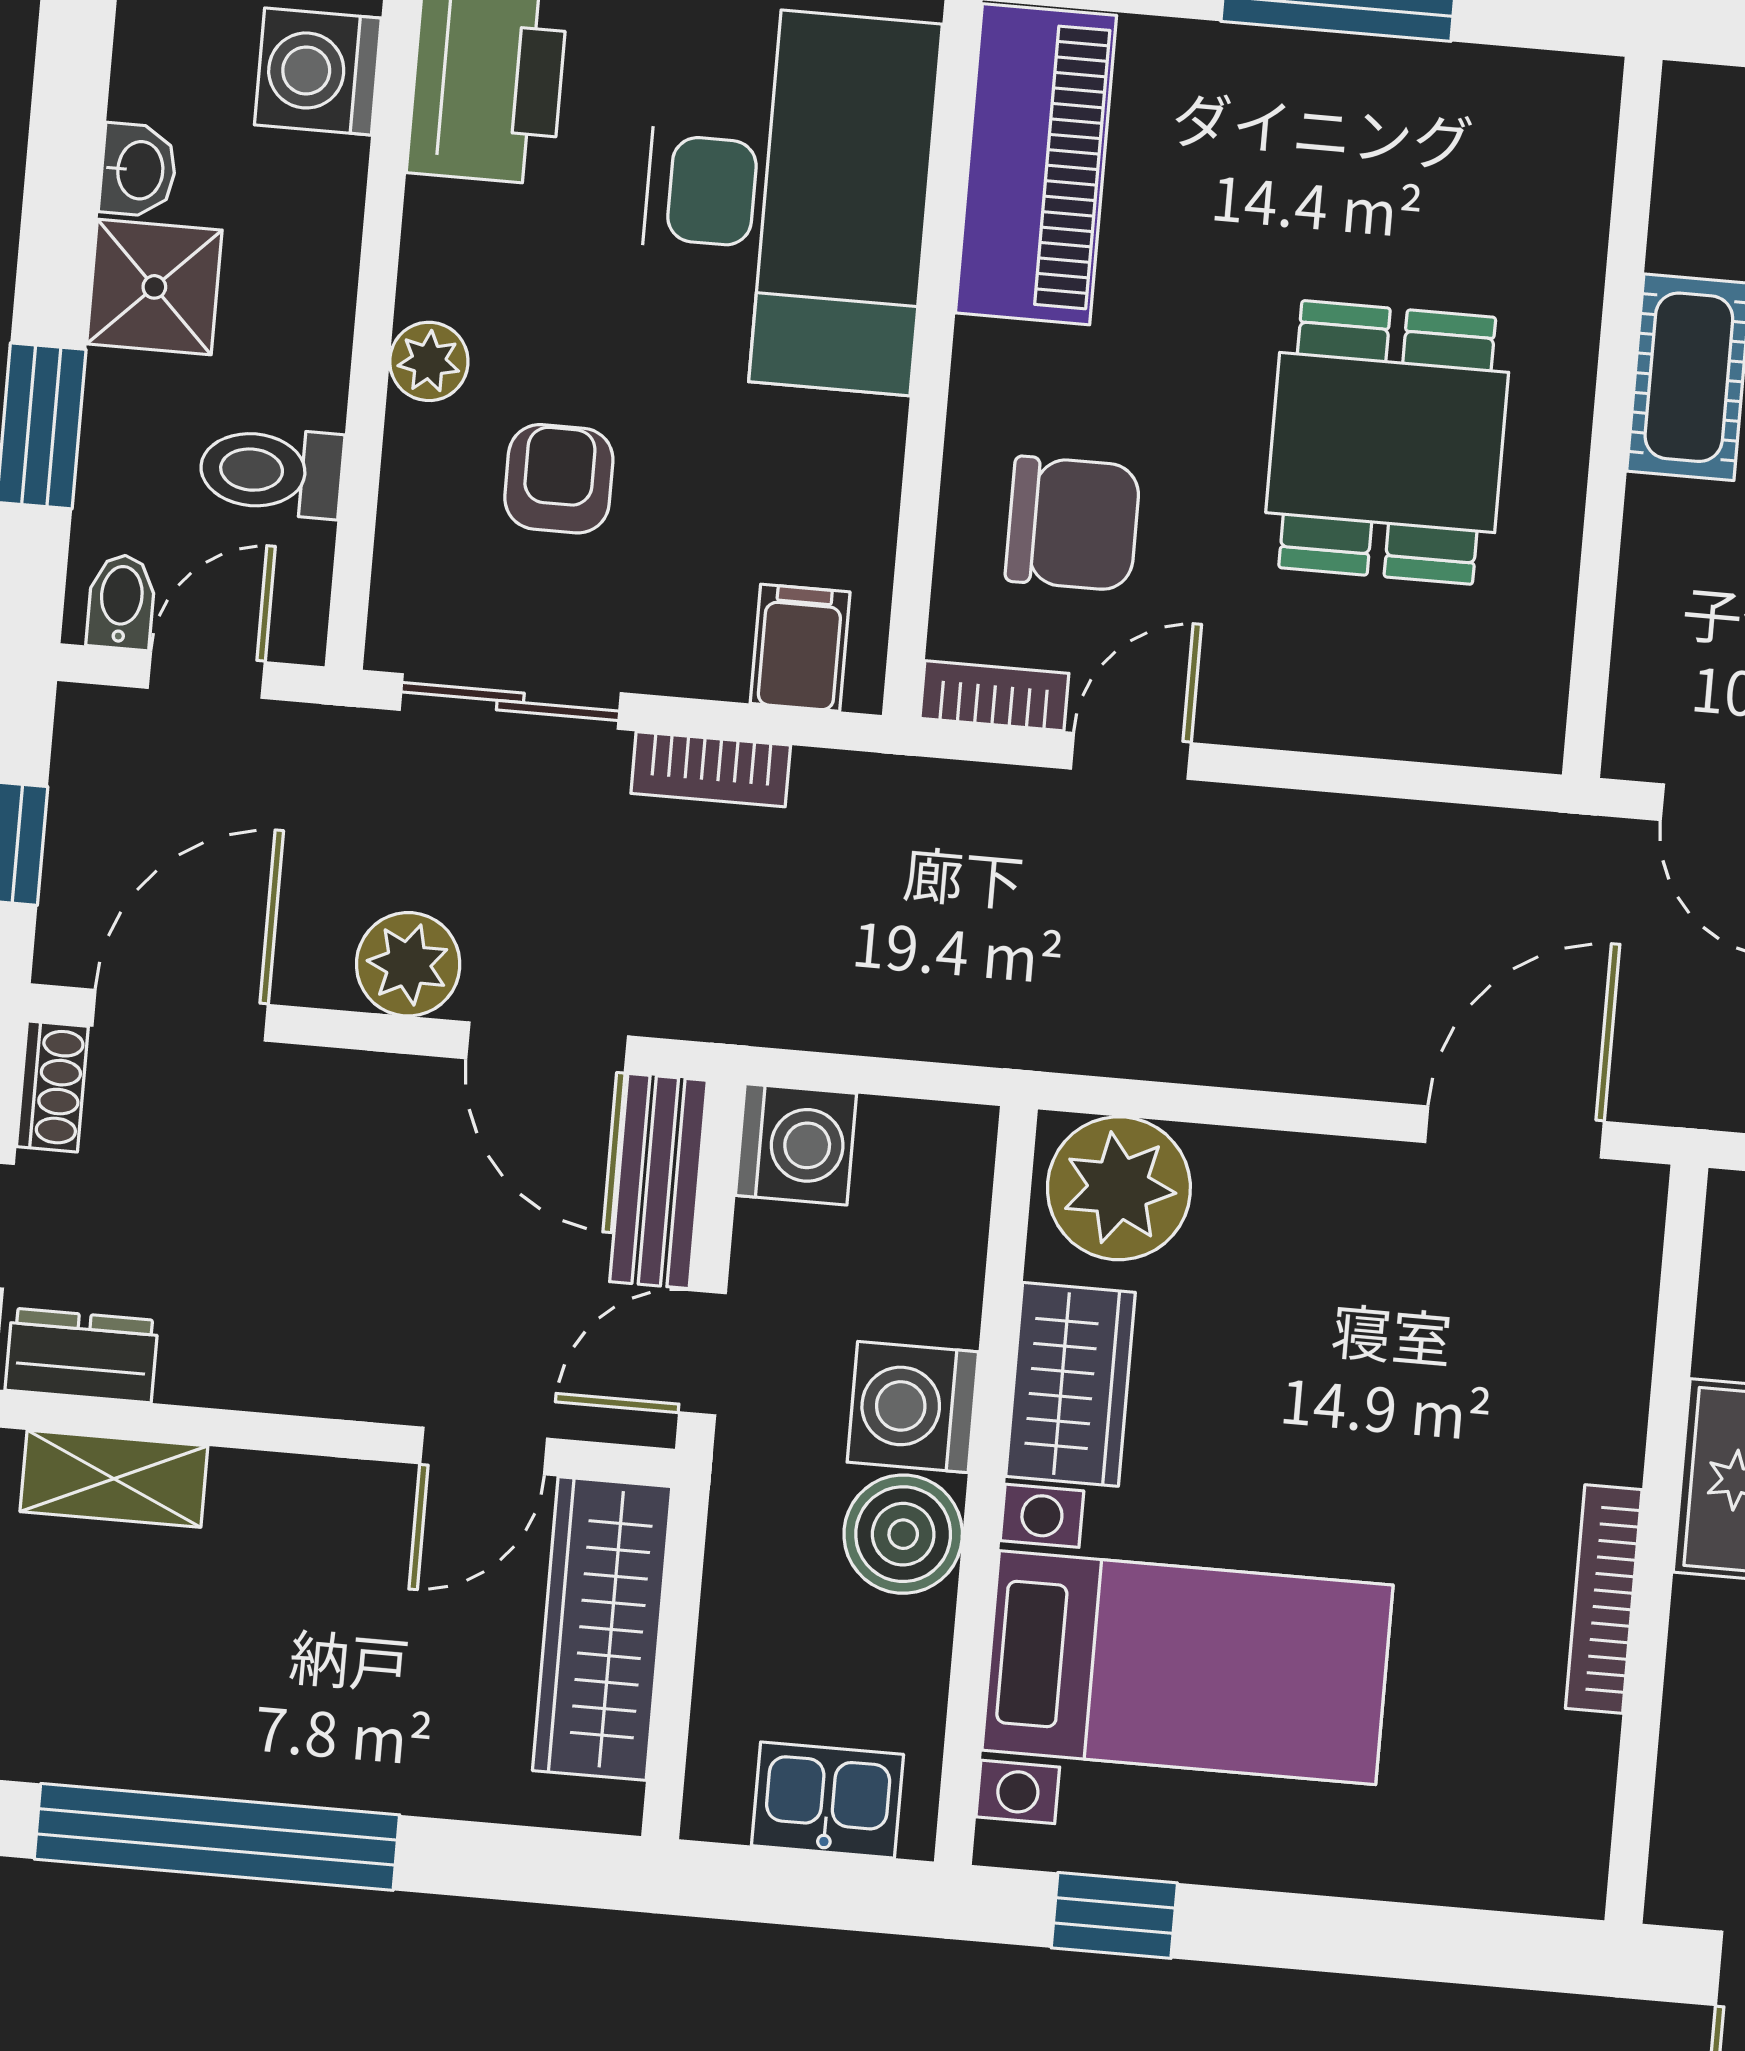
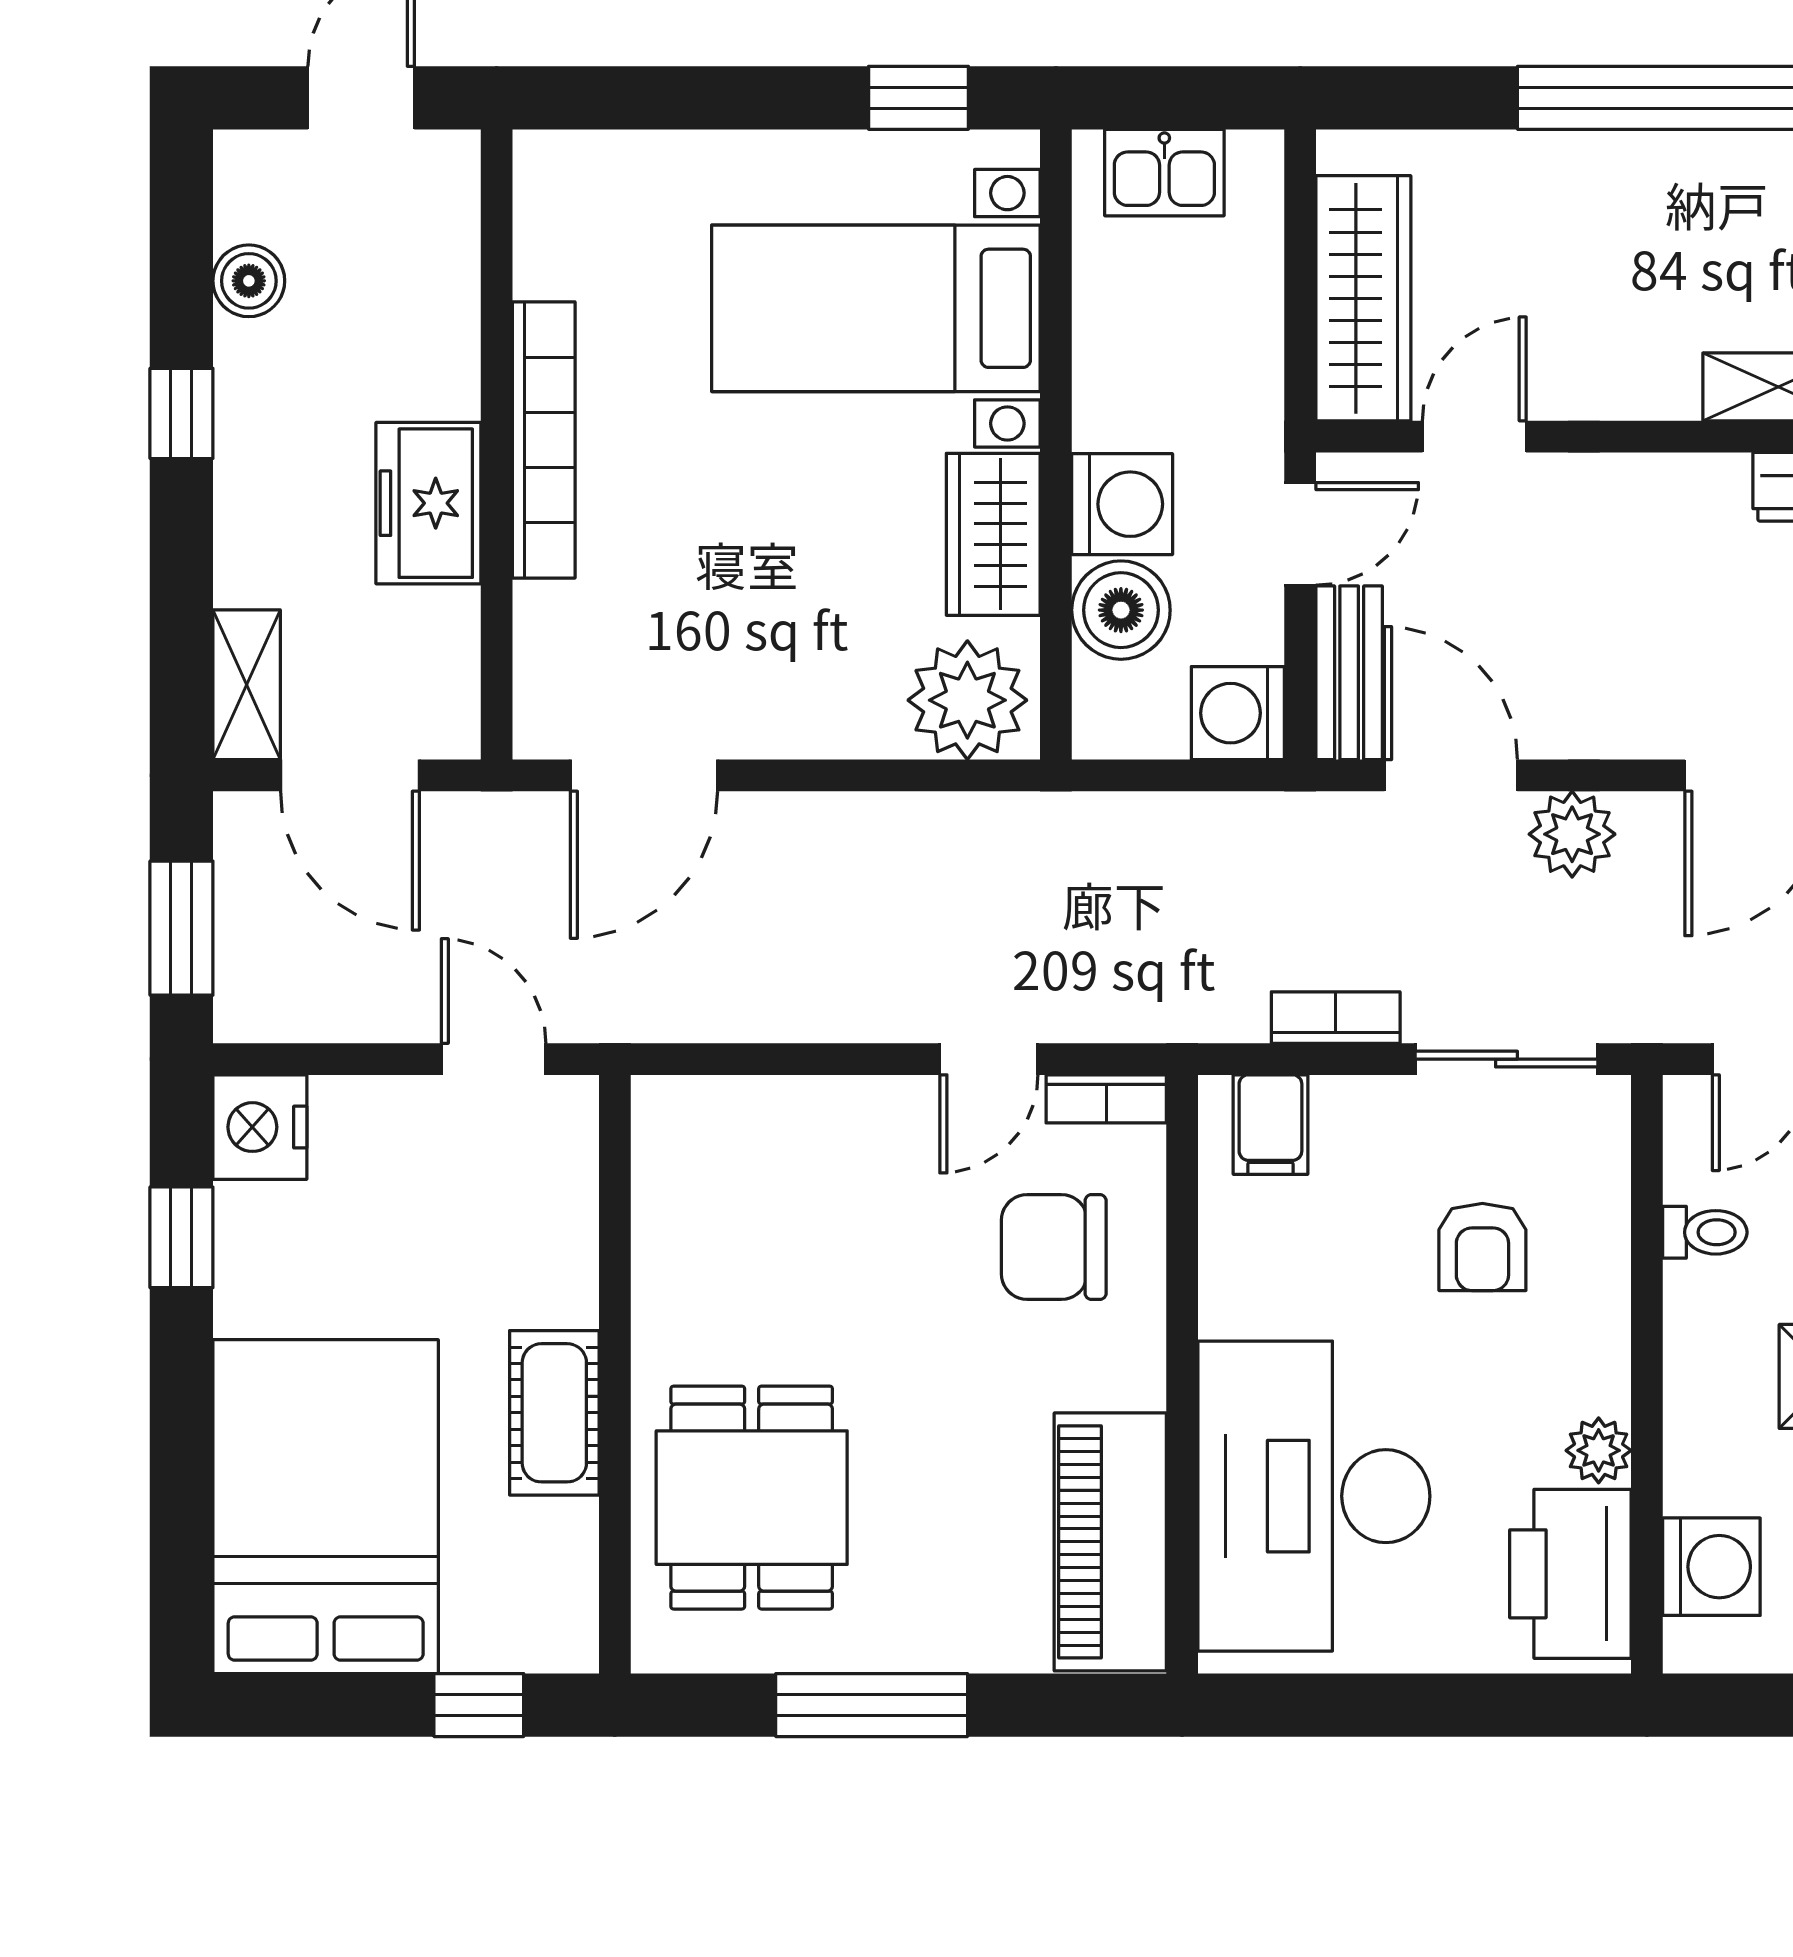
plant: (429, 361) -> (1599, 1450), moved
dining table: (1387, 442) -> (752, 1498), moved
toilet: (271, 471) -> (1705, 1232), width x0.73, depth x0.72
boiler: (903, 1534) -> (1121, 610), moved
bookcase: (1604, 1599) -> (544, 440), width x1.48, depth x1.31

